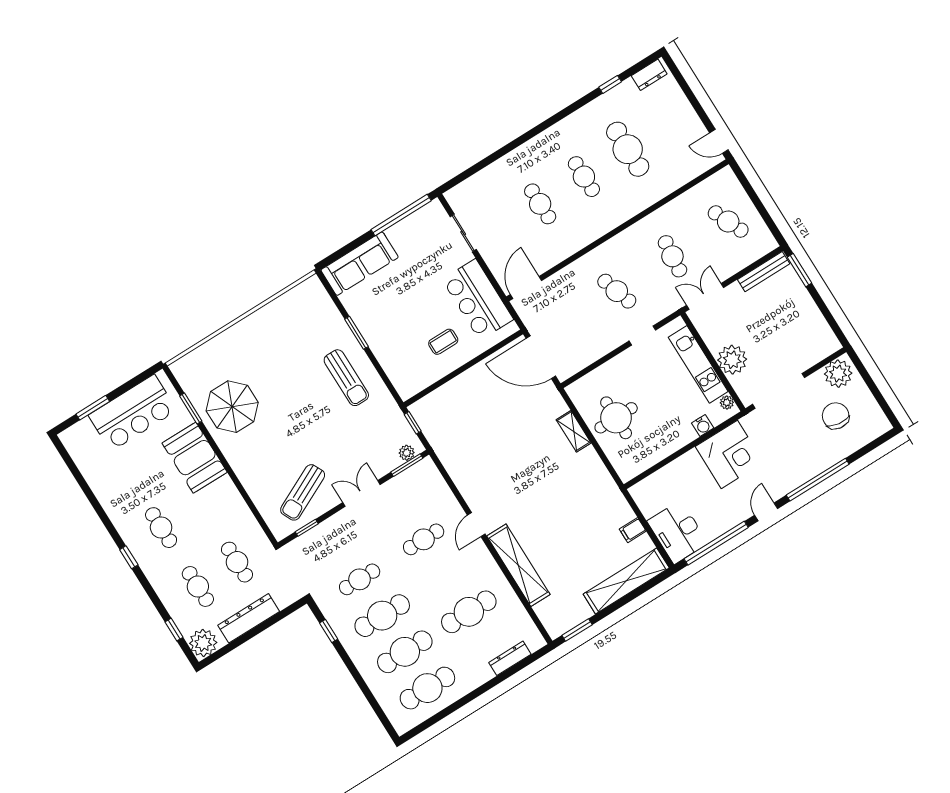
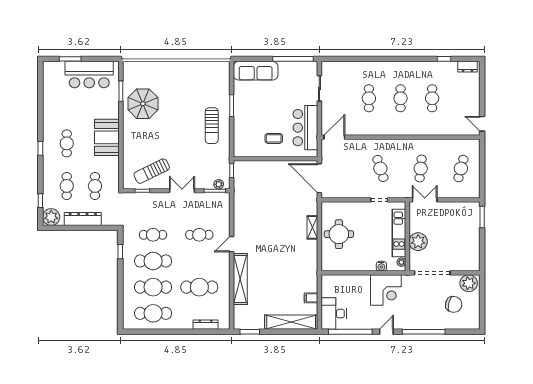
cafe table: (628, 149) -> (432, 98), width x0.73, depth x0.74
cafe table: (728, 221) -> (461, 168), turned 39
bench: (764, 272) -> (463, 206), removed
chair: (836, 416) -> (454, 304), turned 96
booth: (195, 458) -> (107, 137), moved

